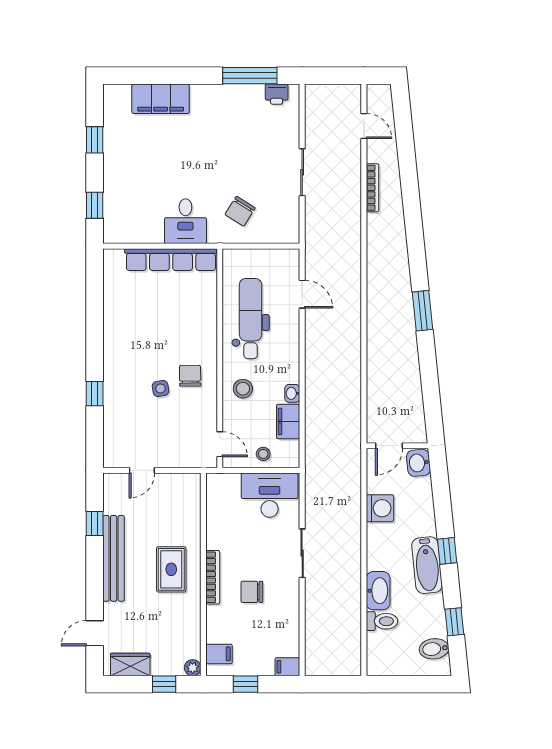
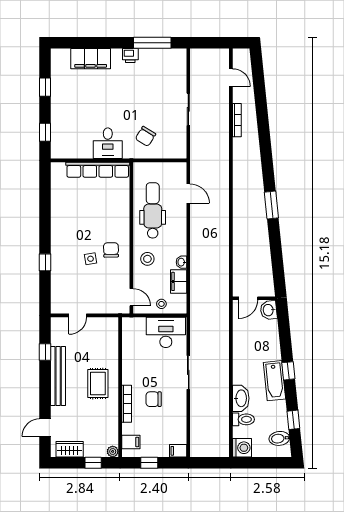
printer: (277, 94) -> (130, 56), moved
washing machine: (380, 508) -> (242, 448), moved
bookcase: (213, 577) -> (127, 404), moved

